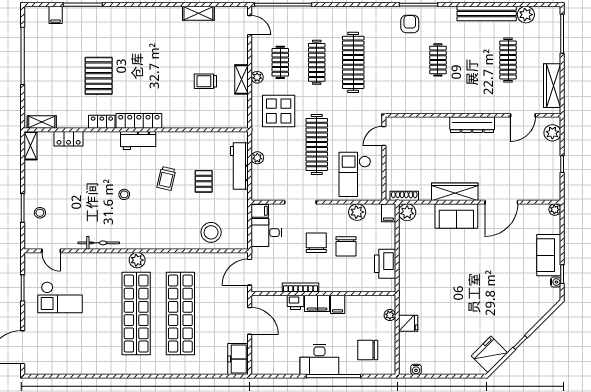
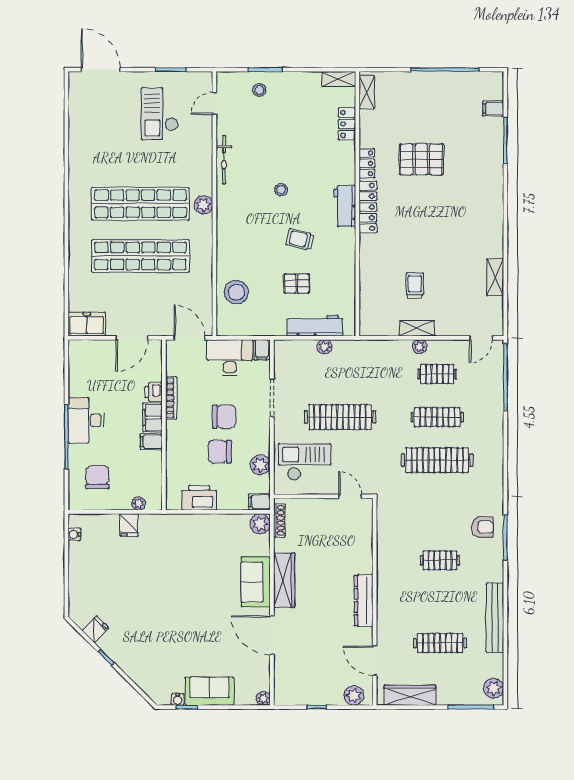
plant: (526, 15) -> (494, 688), moved
display table: (279, 111) -> (380, 372), removed
desk: (266, 233) -> (230, 358), width x1.37
fridge: (489, 354) -> (95, 629), width x0.53, depth x0.75

